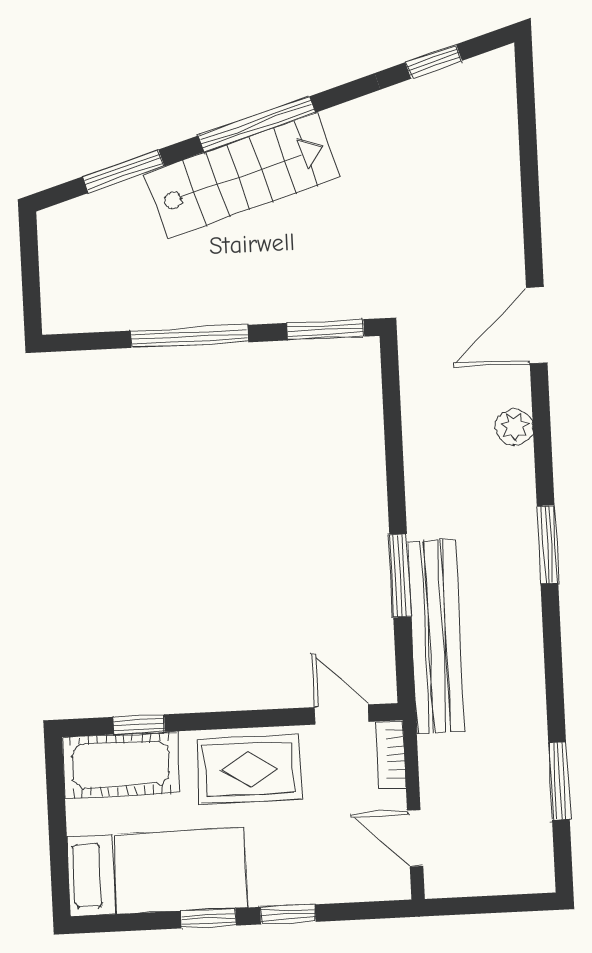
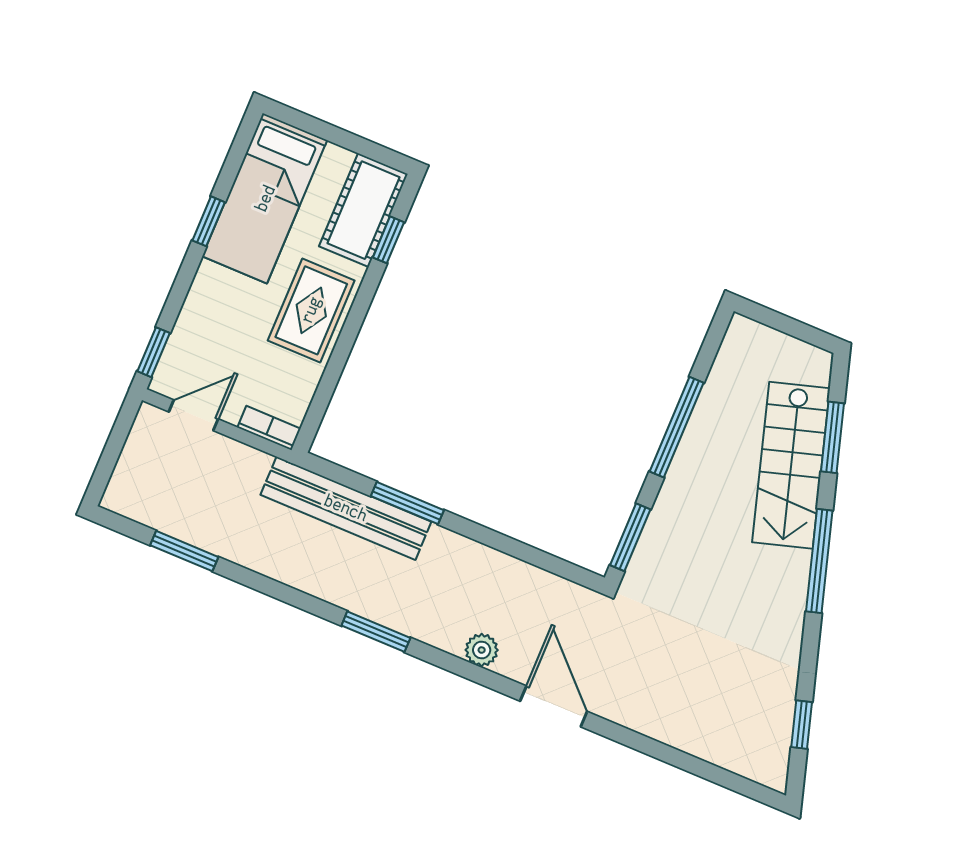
stairs: (242, 175) -> (791, 465), moved
door: (342, 715) -> (319, 404), removed
window: (288, 914) -> (154, 352), moved

